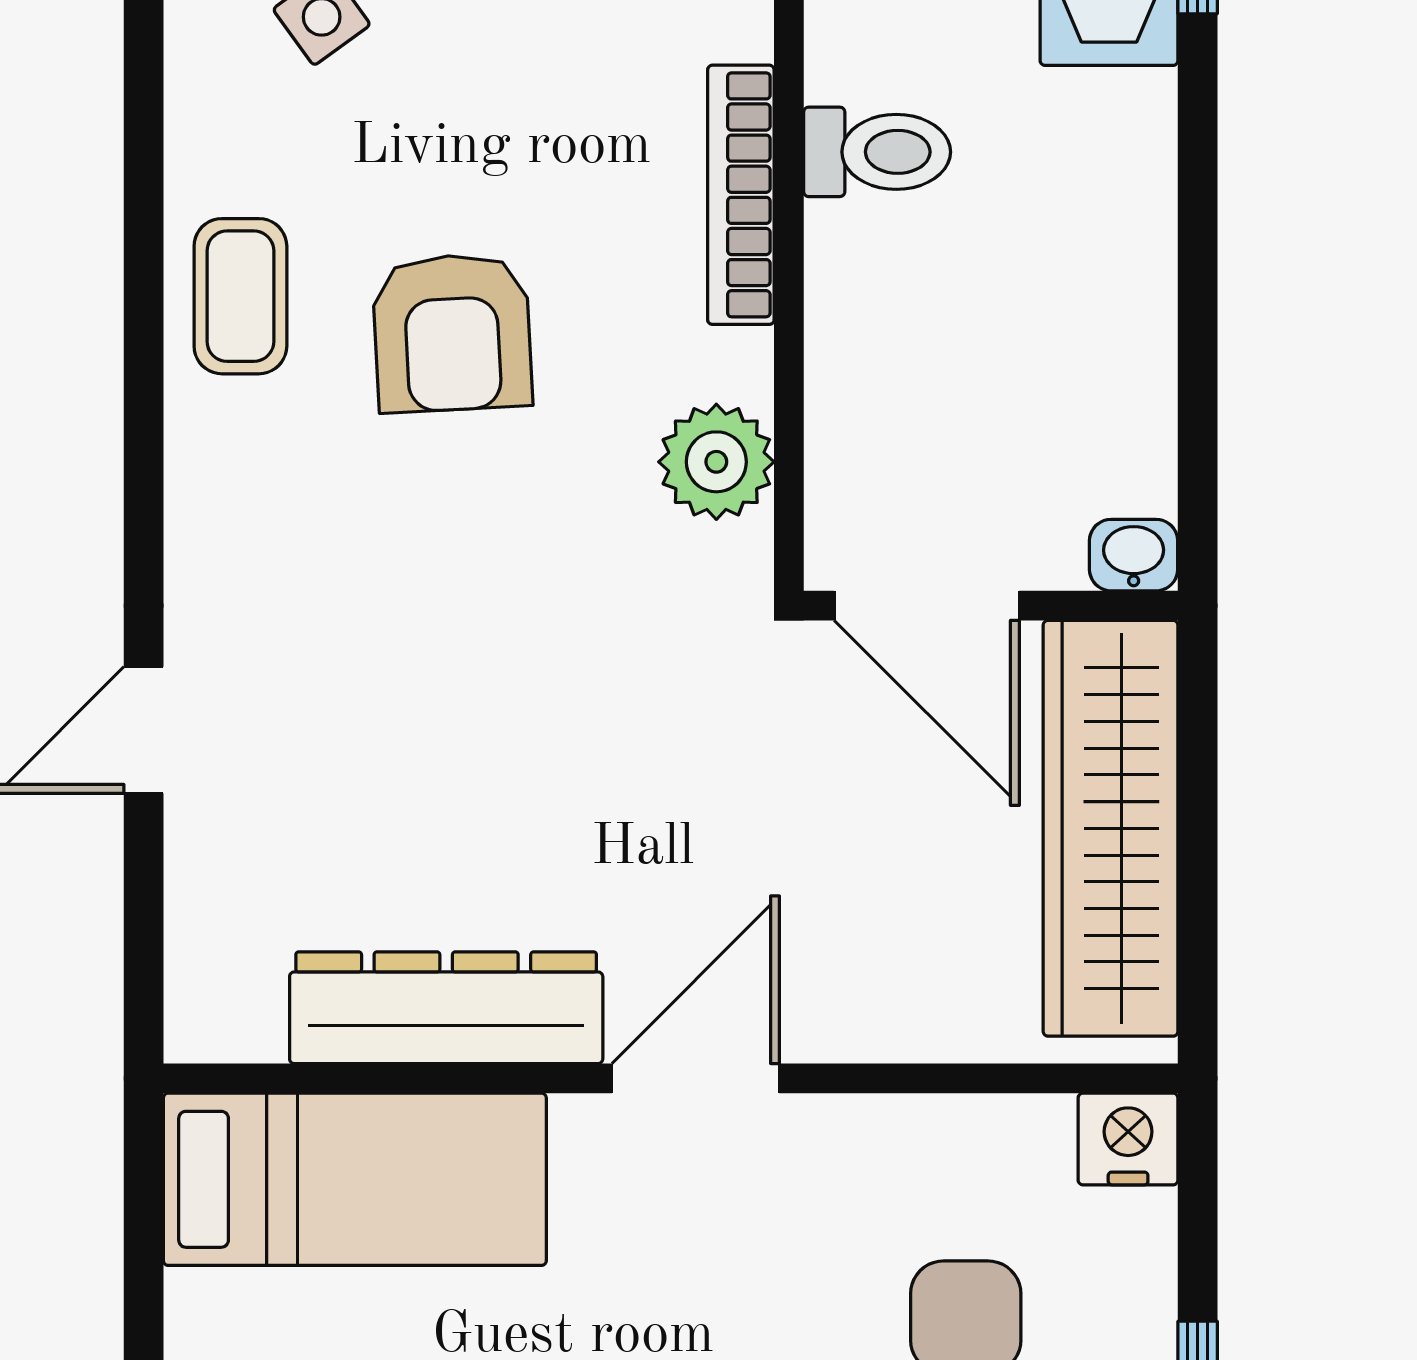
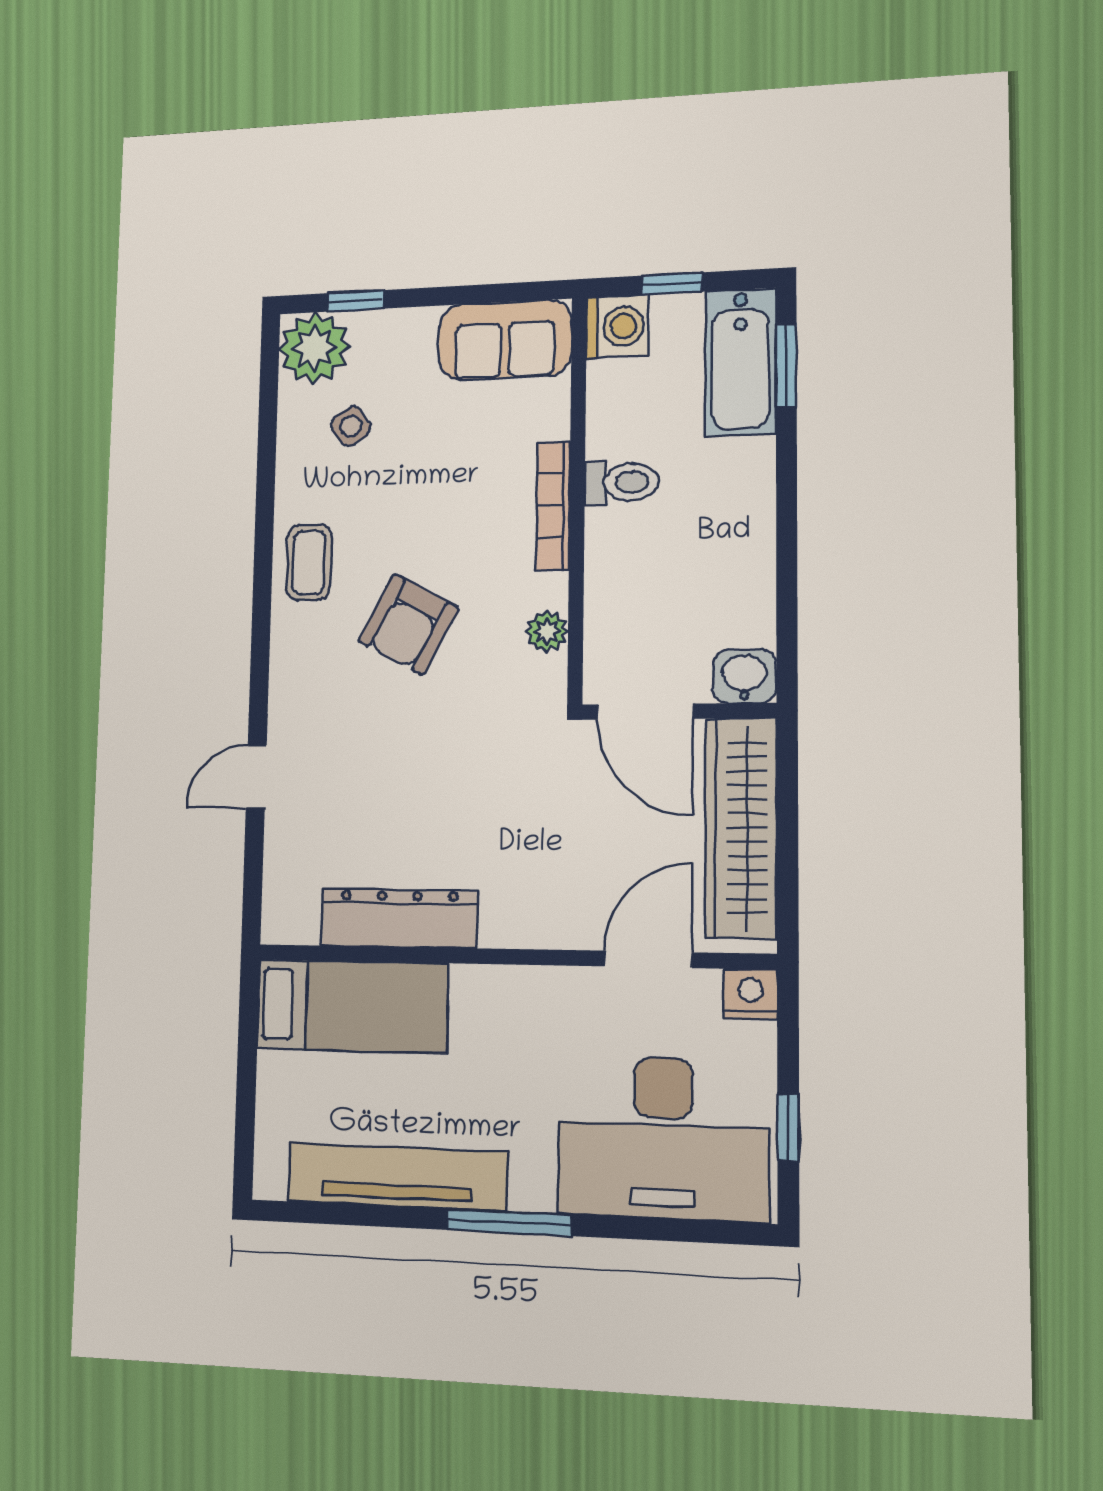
armchair: (452, 333) -> (408, 624), moved, turned 31
plant: (716, 462) -> (547, 632), width x0.73, depth x0.73
washbasin: (1134, 555) -> (744, 676), width x1.38, depth x1.45
door: (696, 1078) -> (648, 959), moved

